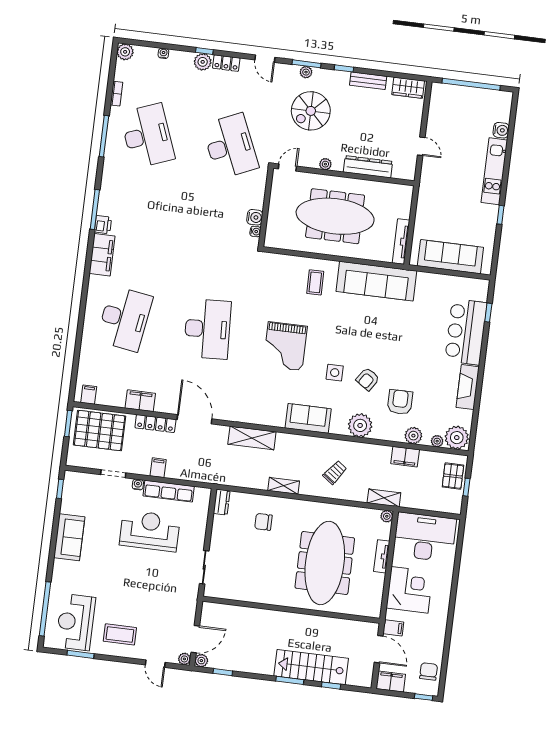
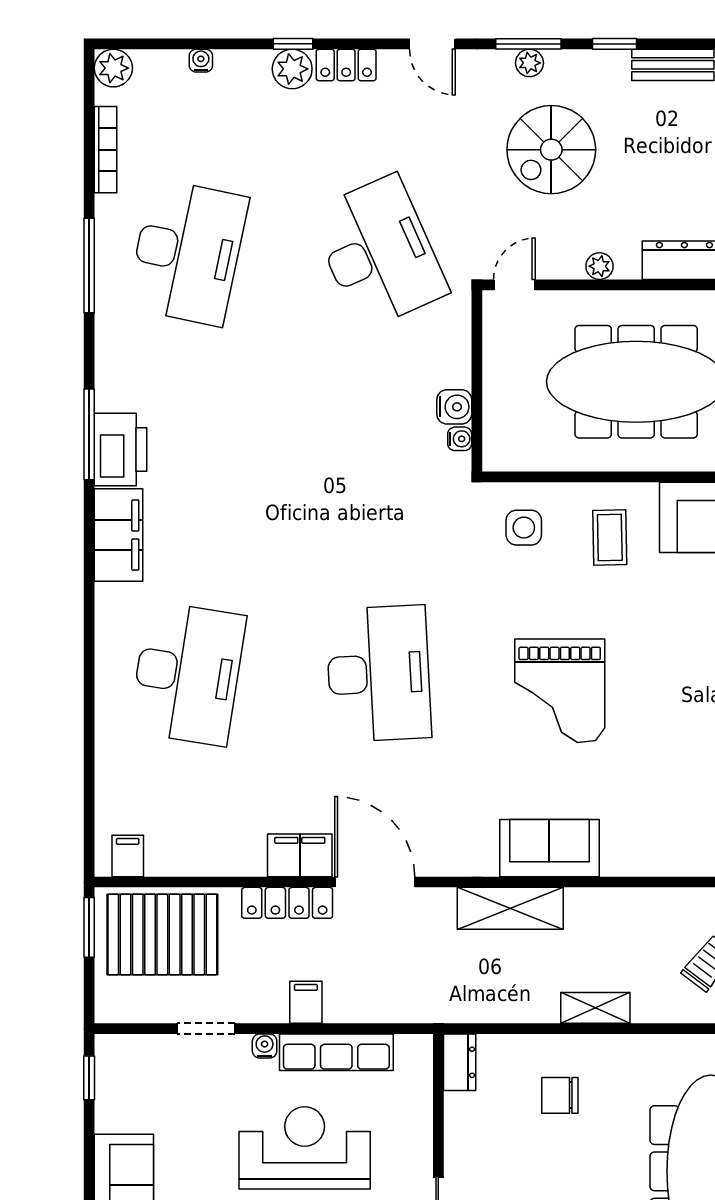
bookcase: (116, 94) -> (106, 150), width x1.56
desk: (147, 136) -> (187, 252), turned 33
printer: (103, 225) -> (121, 449), width x1.87, depth x1.48
side table: (335, 373) -> (524, 528), moved
filing cabinet: (140, 401) -> (300, 855), moved
sofa: (308, 418) -> (549, 848), moved

